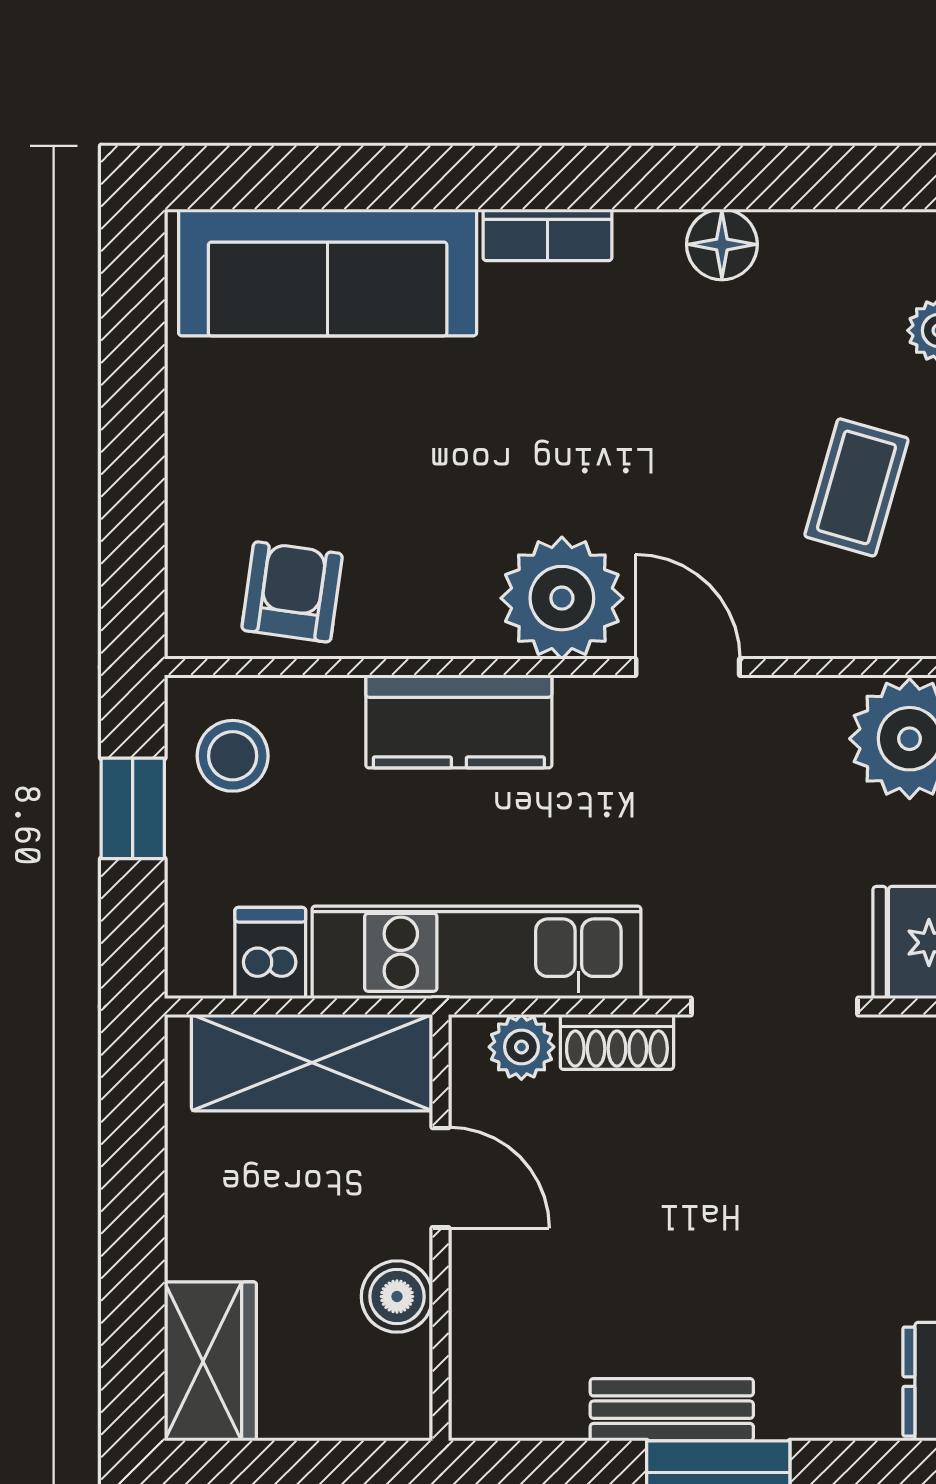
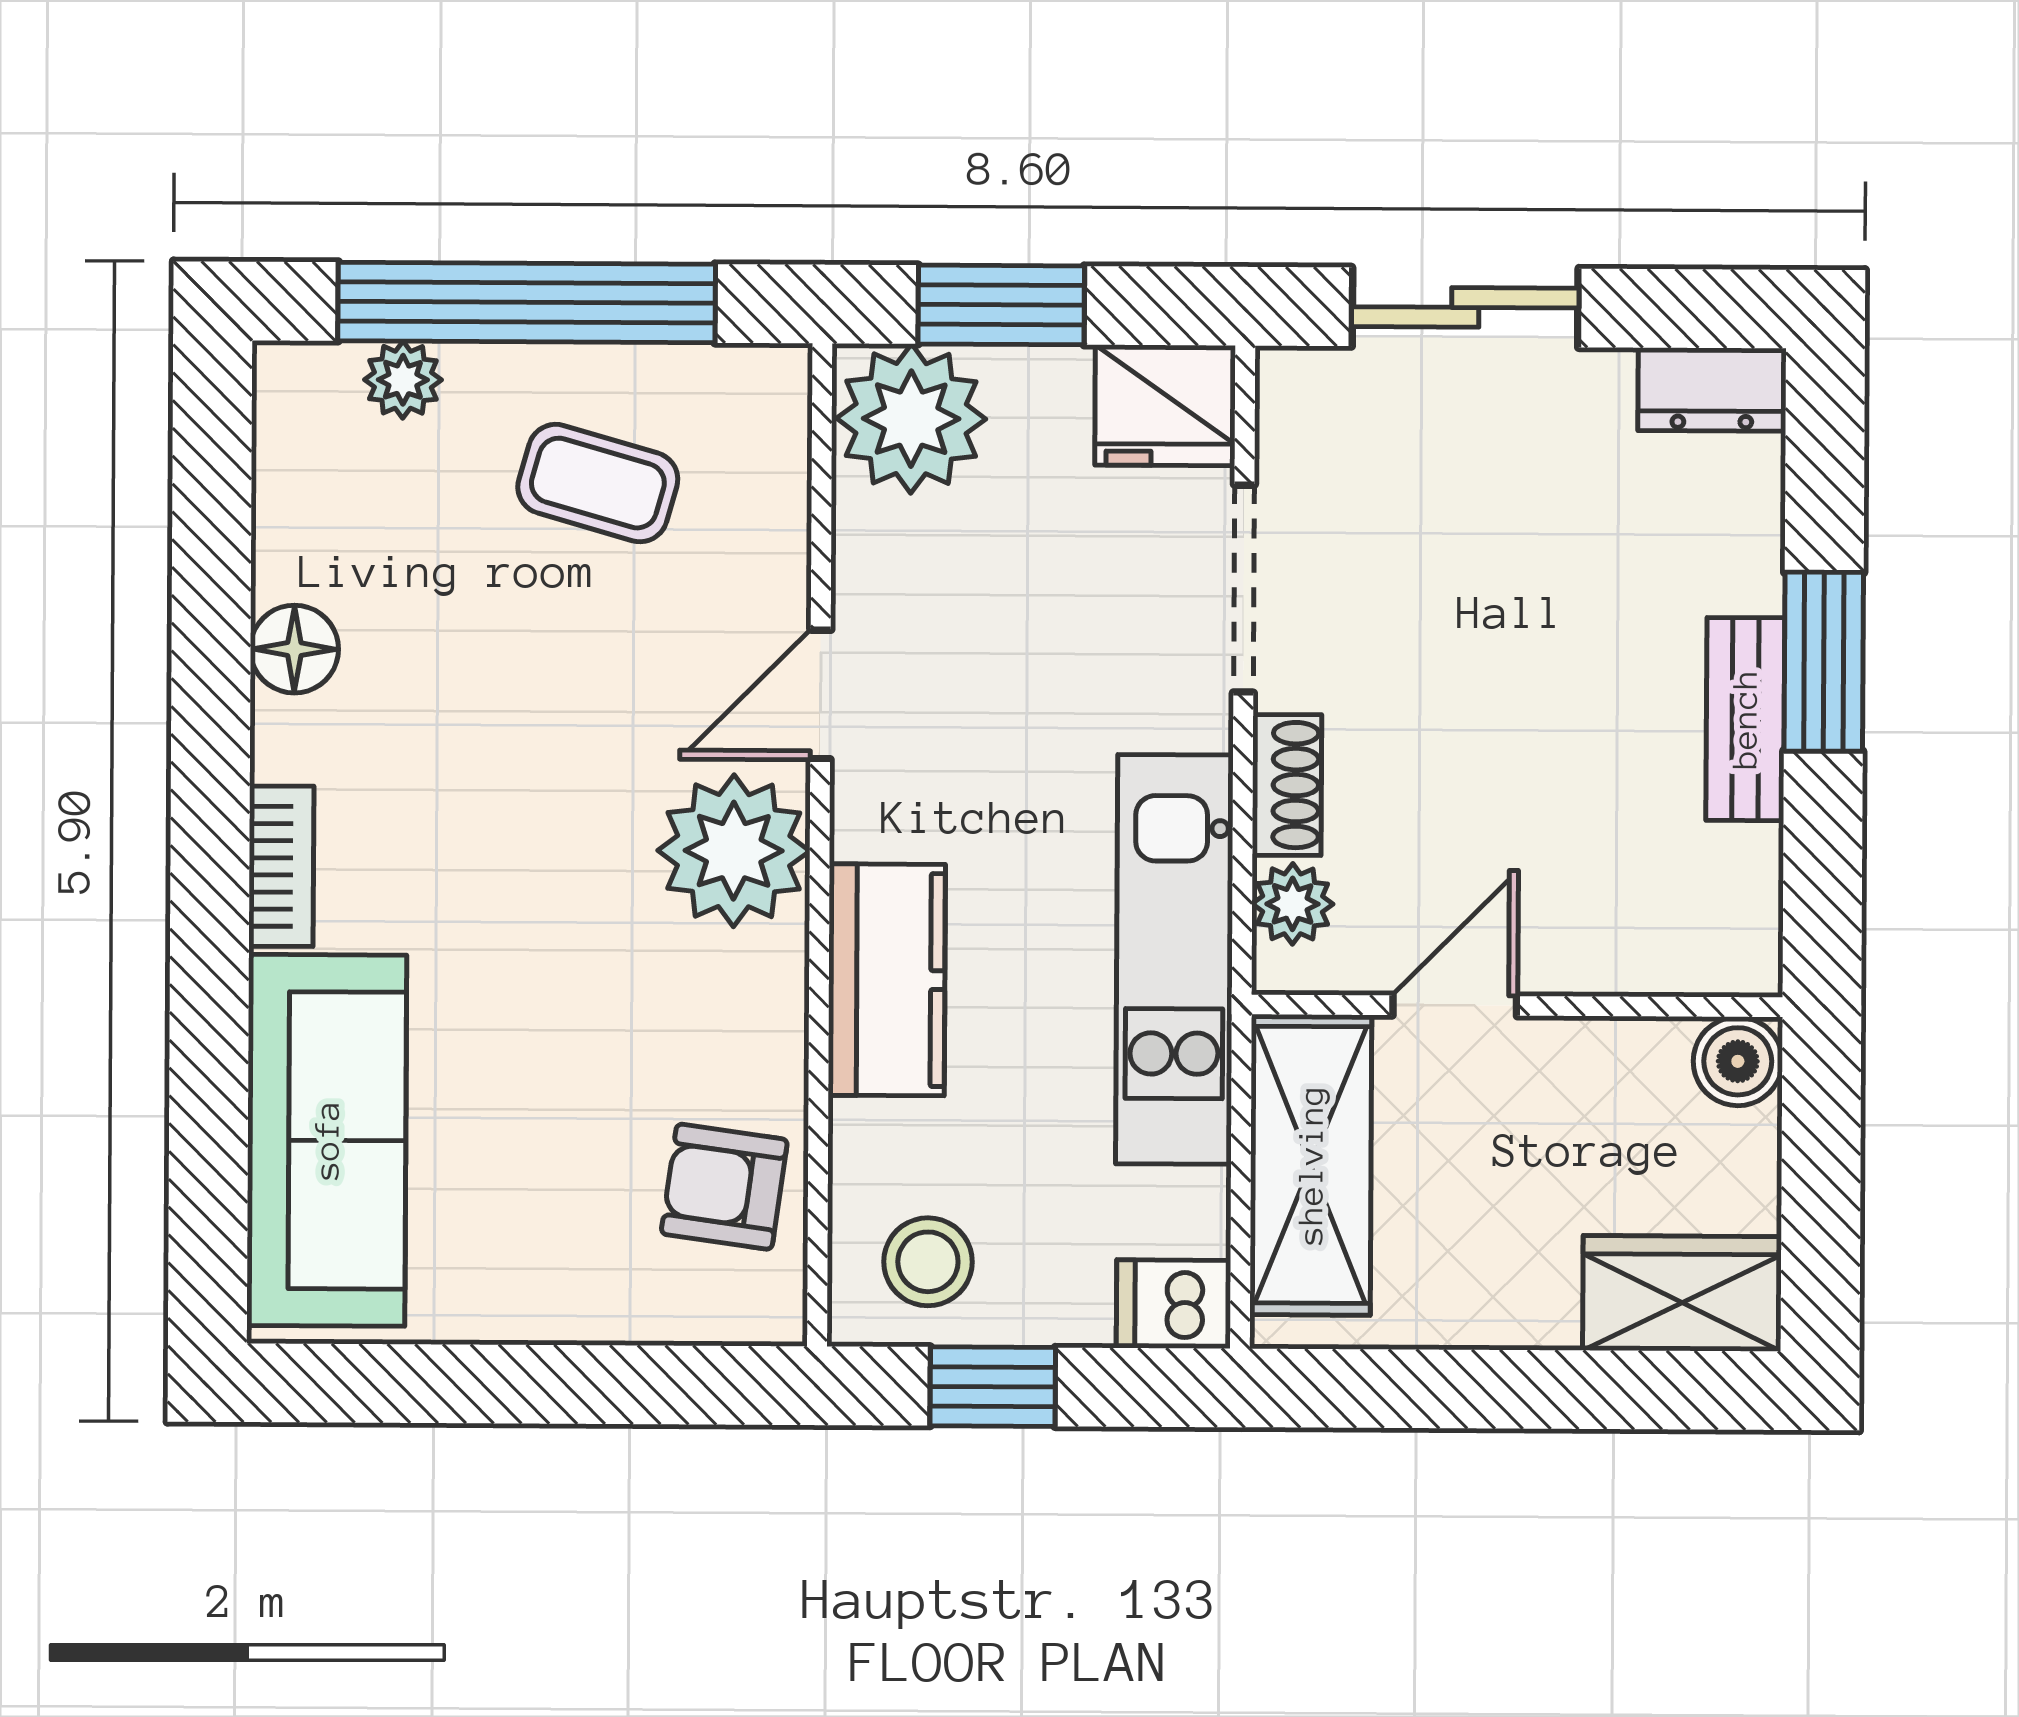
dishwasher: (270, 953) -> (1173, 1304), moved
boiler: (397, 1297) -> (1738, 1061), moved

